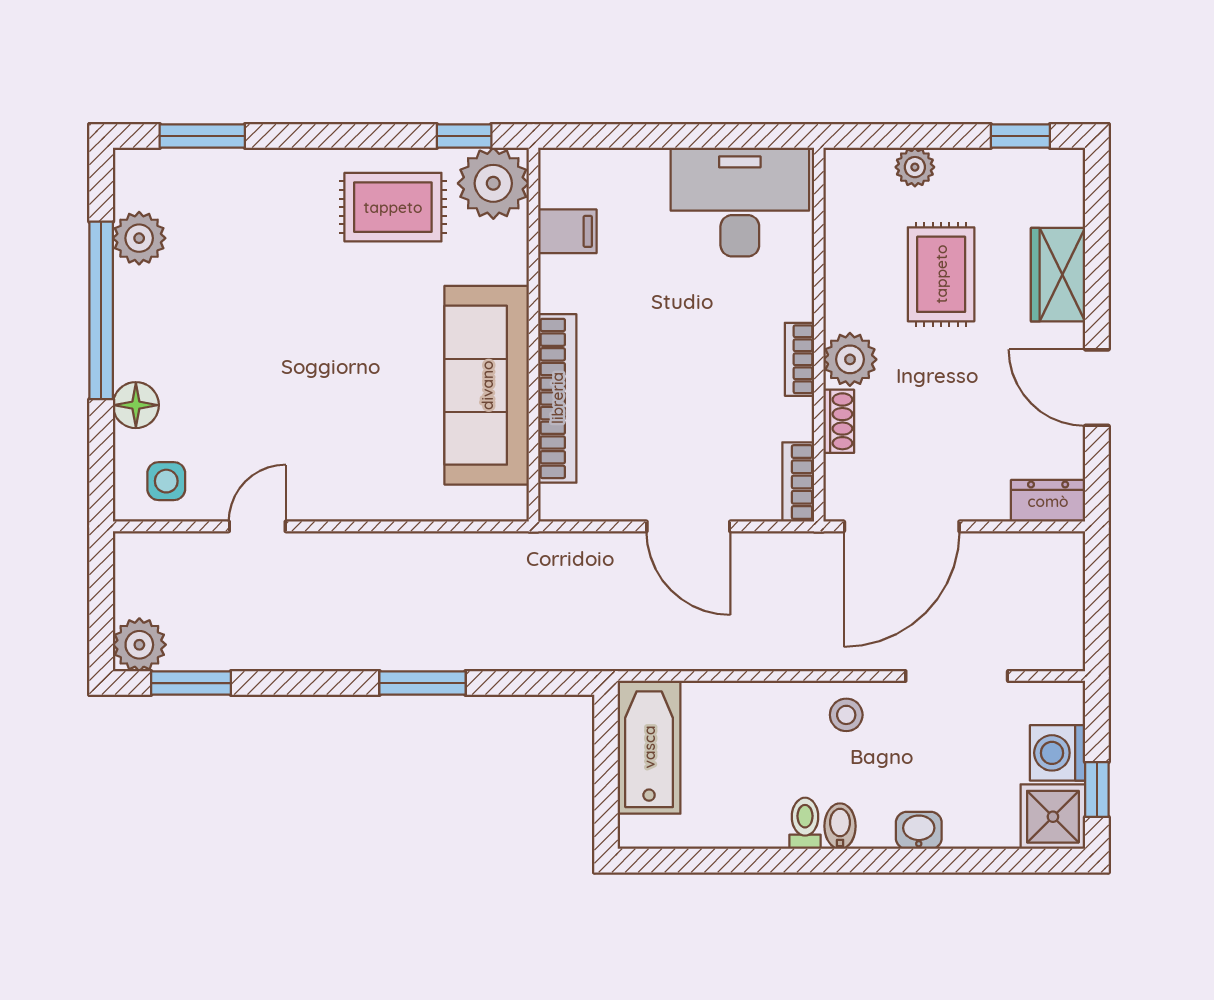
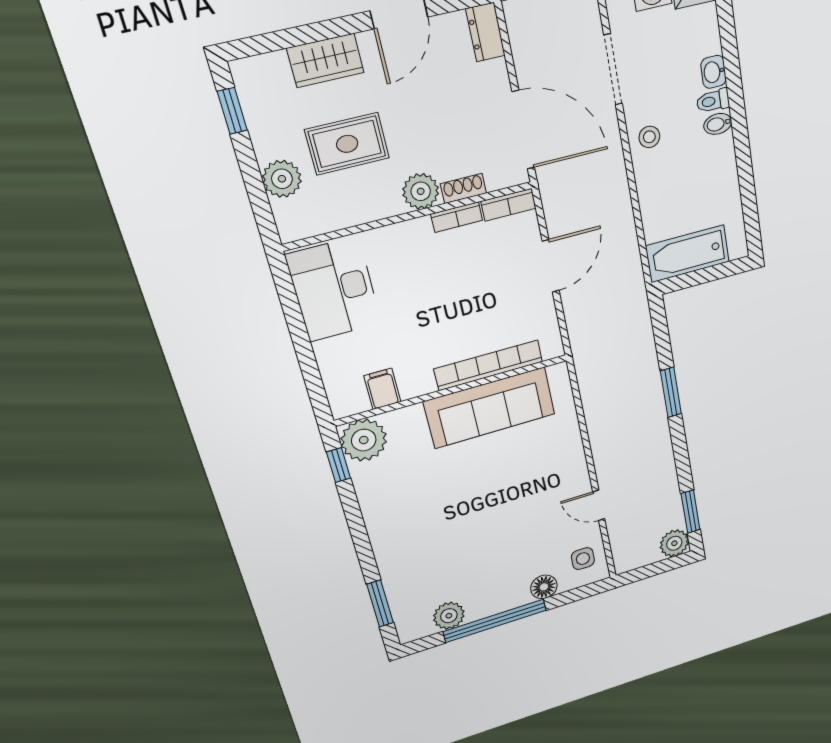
plant: (915, 167) -> (282, 179), width x1.38, depth x1.38
rug: (393, 207) -> (394, 491), removed
bookcase: (799, 359) -> (457, 217), moved
toilet: (805, 823) -> (713, 101), moved

